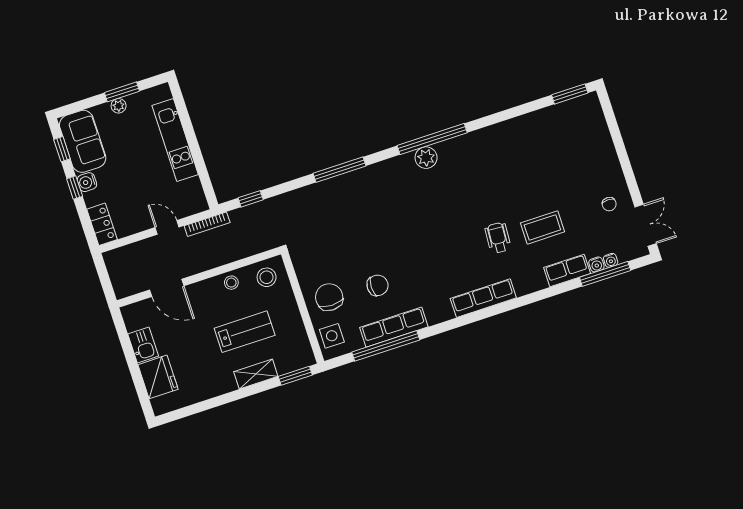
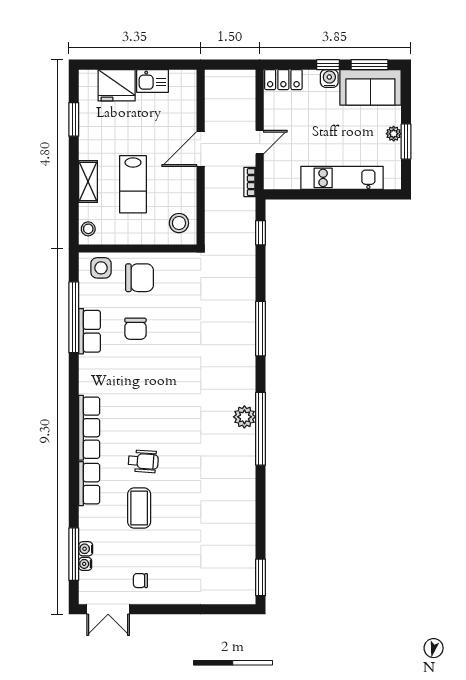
window: (62, 149) -> (369, 65), width x1.50
bookcase: (207, 224) -> (250, 182), width x0.64
row of seats: (567, 271) -> (89, 484), moved
stool: (231, 283) -> (88, 229), moved
door: (167, 288) -> (201, 149), moved
row of seats: (394, 327) -> (90, 331), width x0.68
window: (295, 376) -> (74, 119), moved

